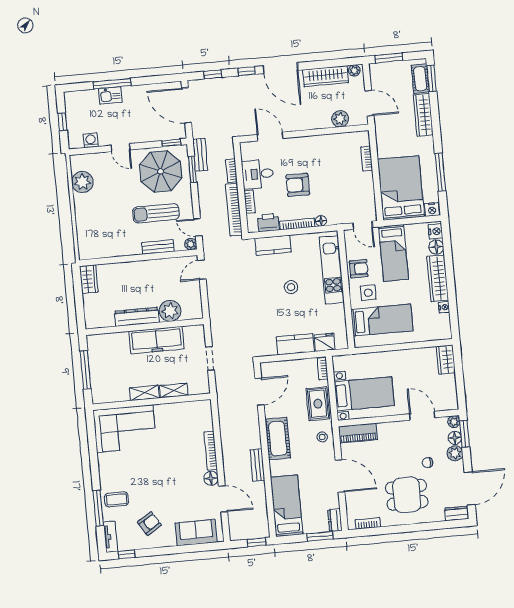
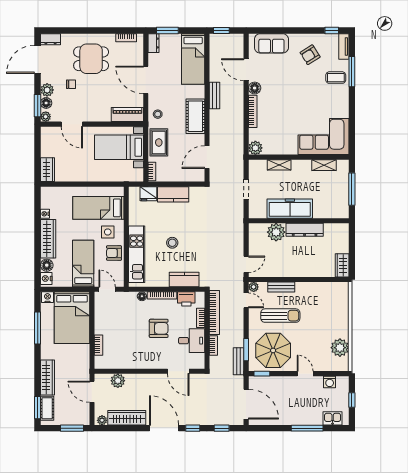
kitchen sink: (110, 95) -> (333, 418), moved
shelving: (144, 393) -> (324, 165), moved
plant: (204, 408) -> (255, 148), added

